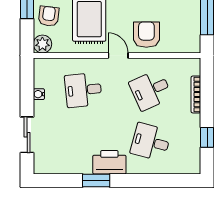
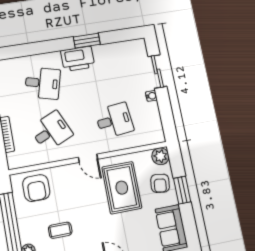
armchair: (146, 35) -> (36, 188), moved
water cooler: (39, 94) -> (151, 96), moved

